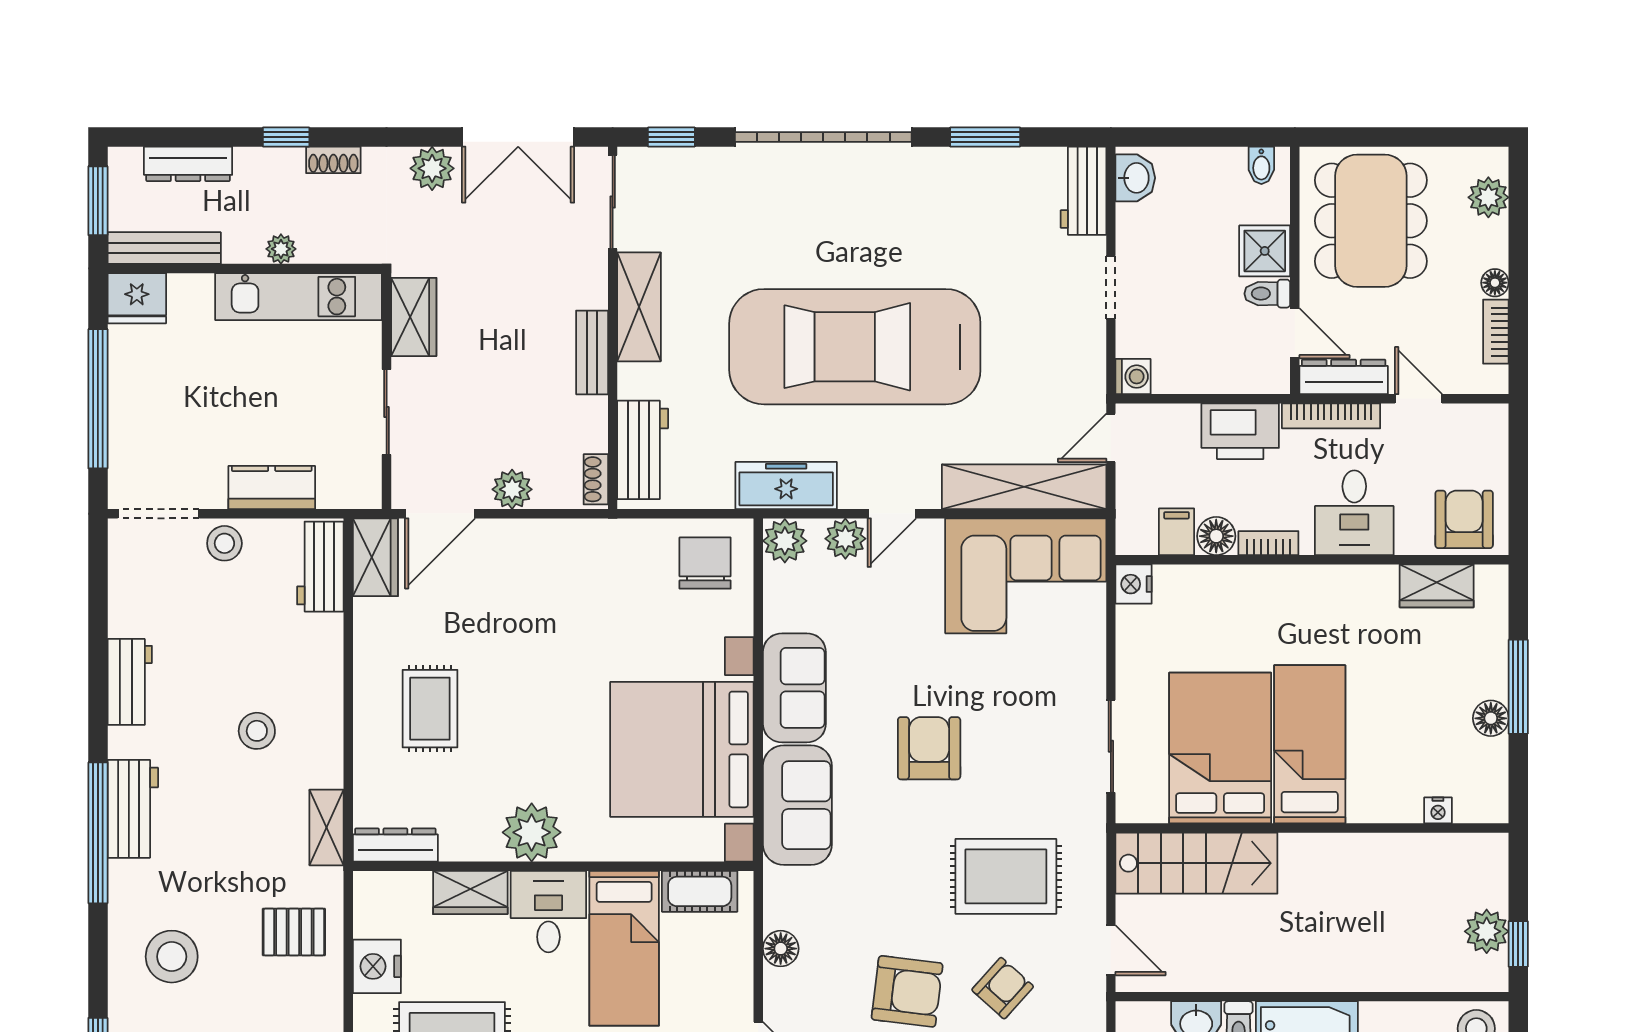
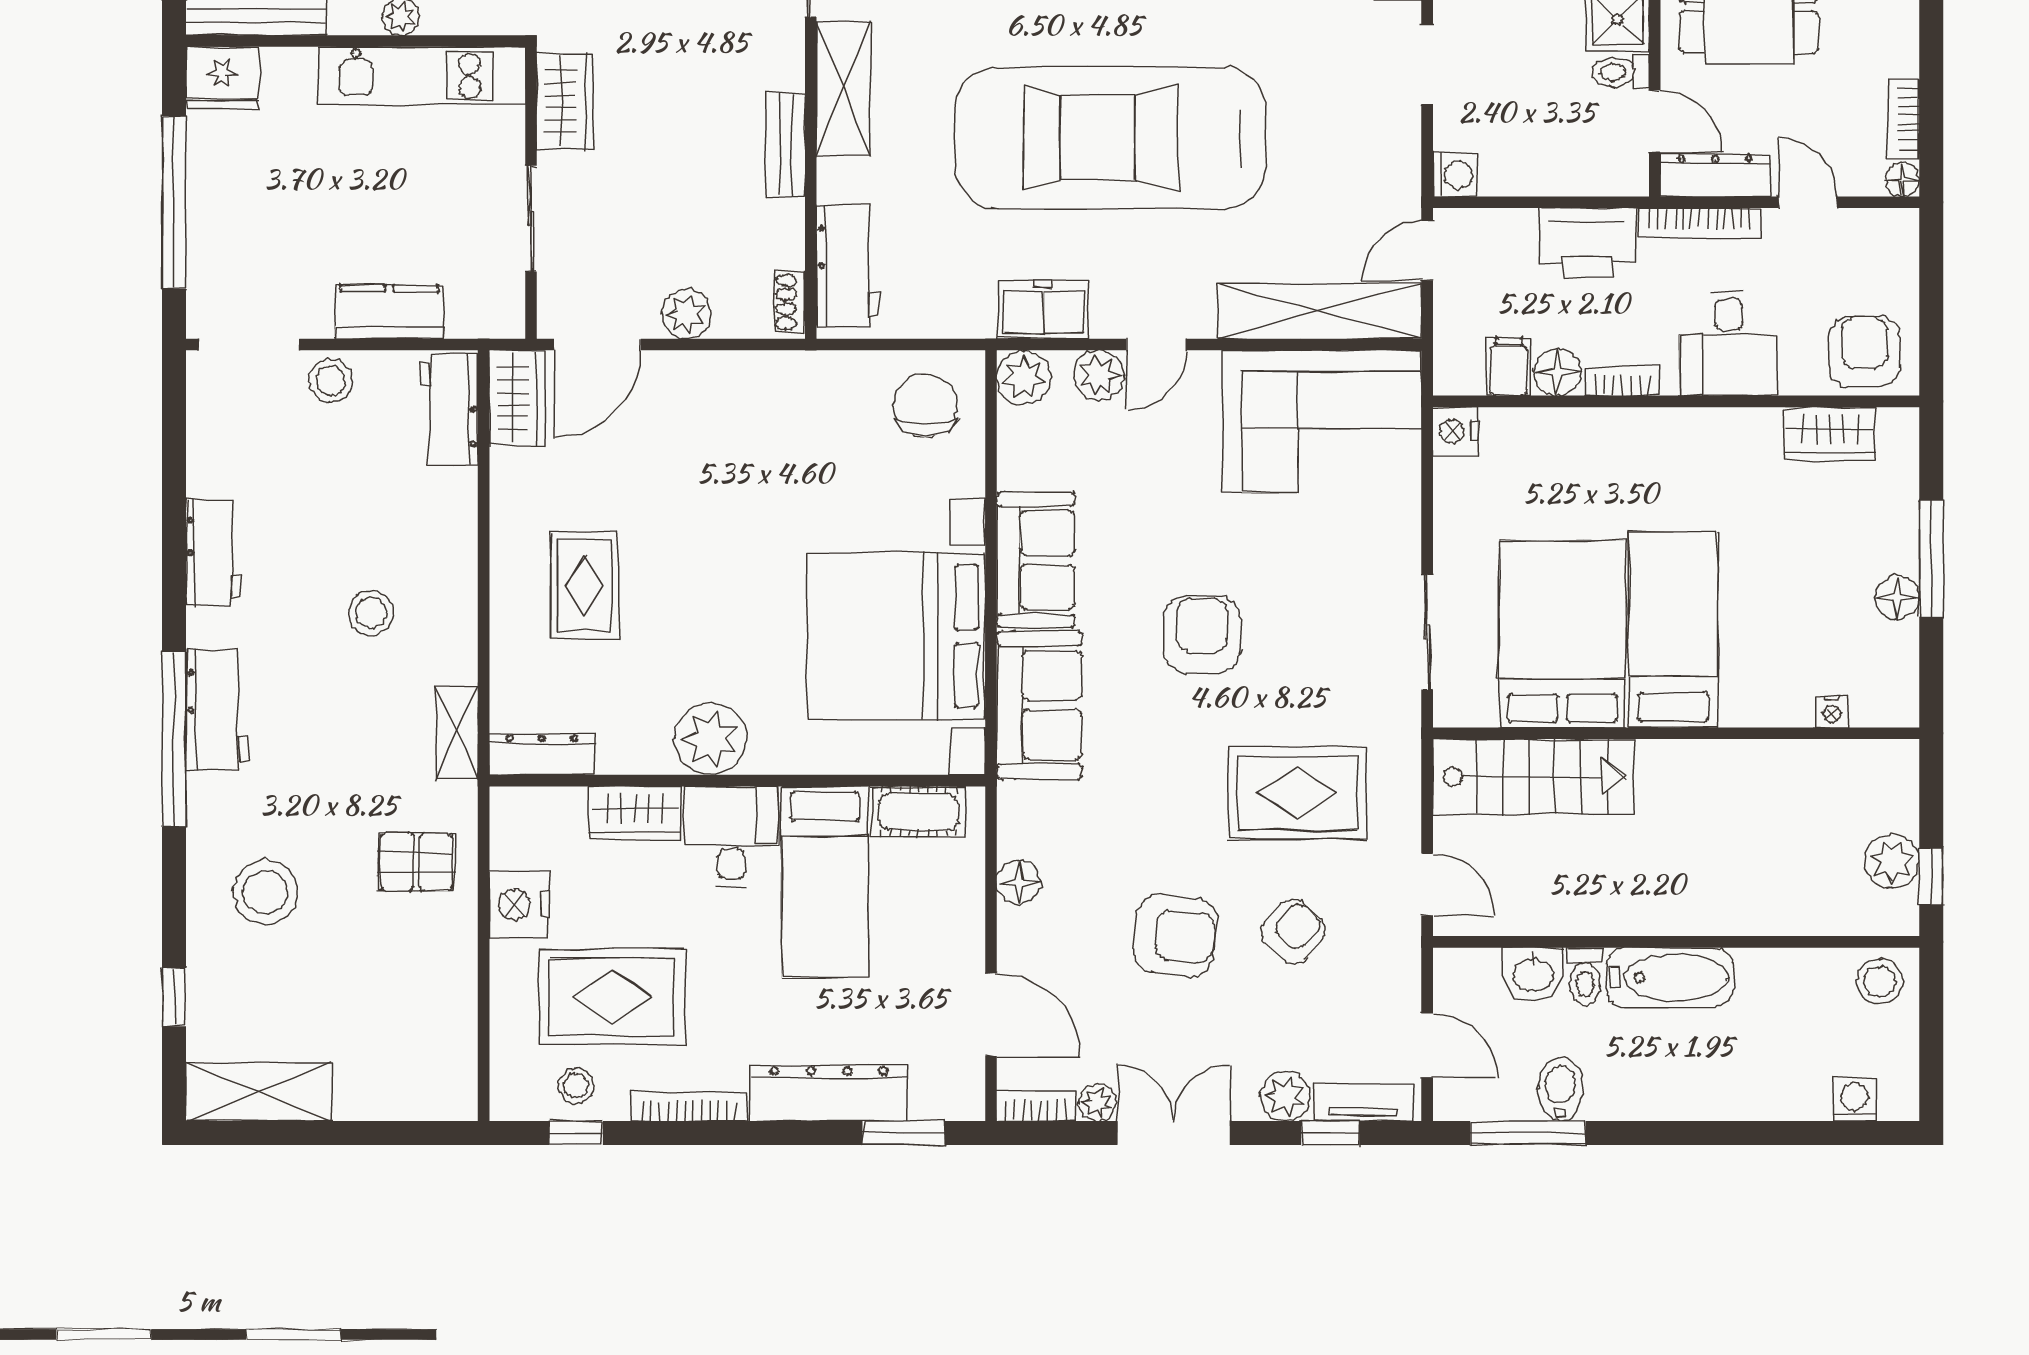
floor lamp: (1495, 283) -> (1902, 180), moved
freezer: (786, 486) -> (1043, 310), width x0.71

